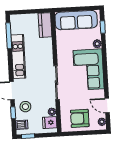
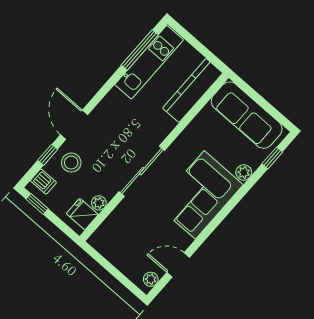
kitchen counter: (45, 25) -> (193, 90), width x1.50
kitchen unit: (18, 57) -> (149, 62), moved
door: (107, 105) -> (178, 265), hinge flipped
armchair: (80, 118) -> (126, 247), removed

